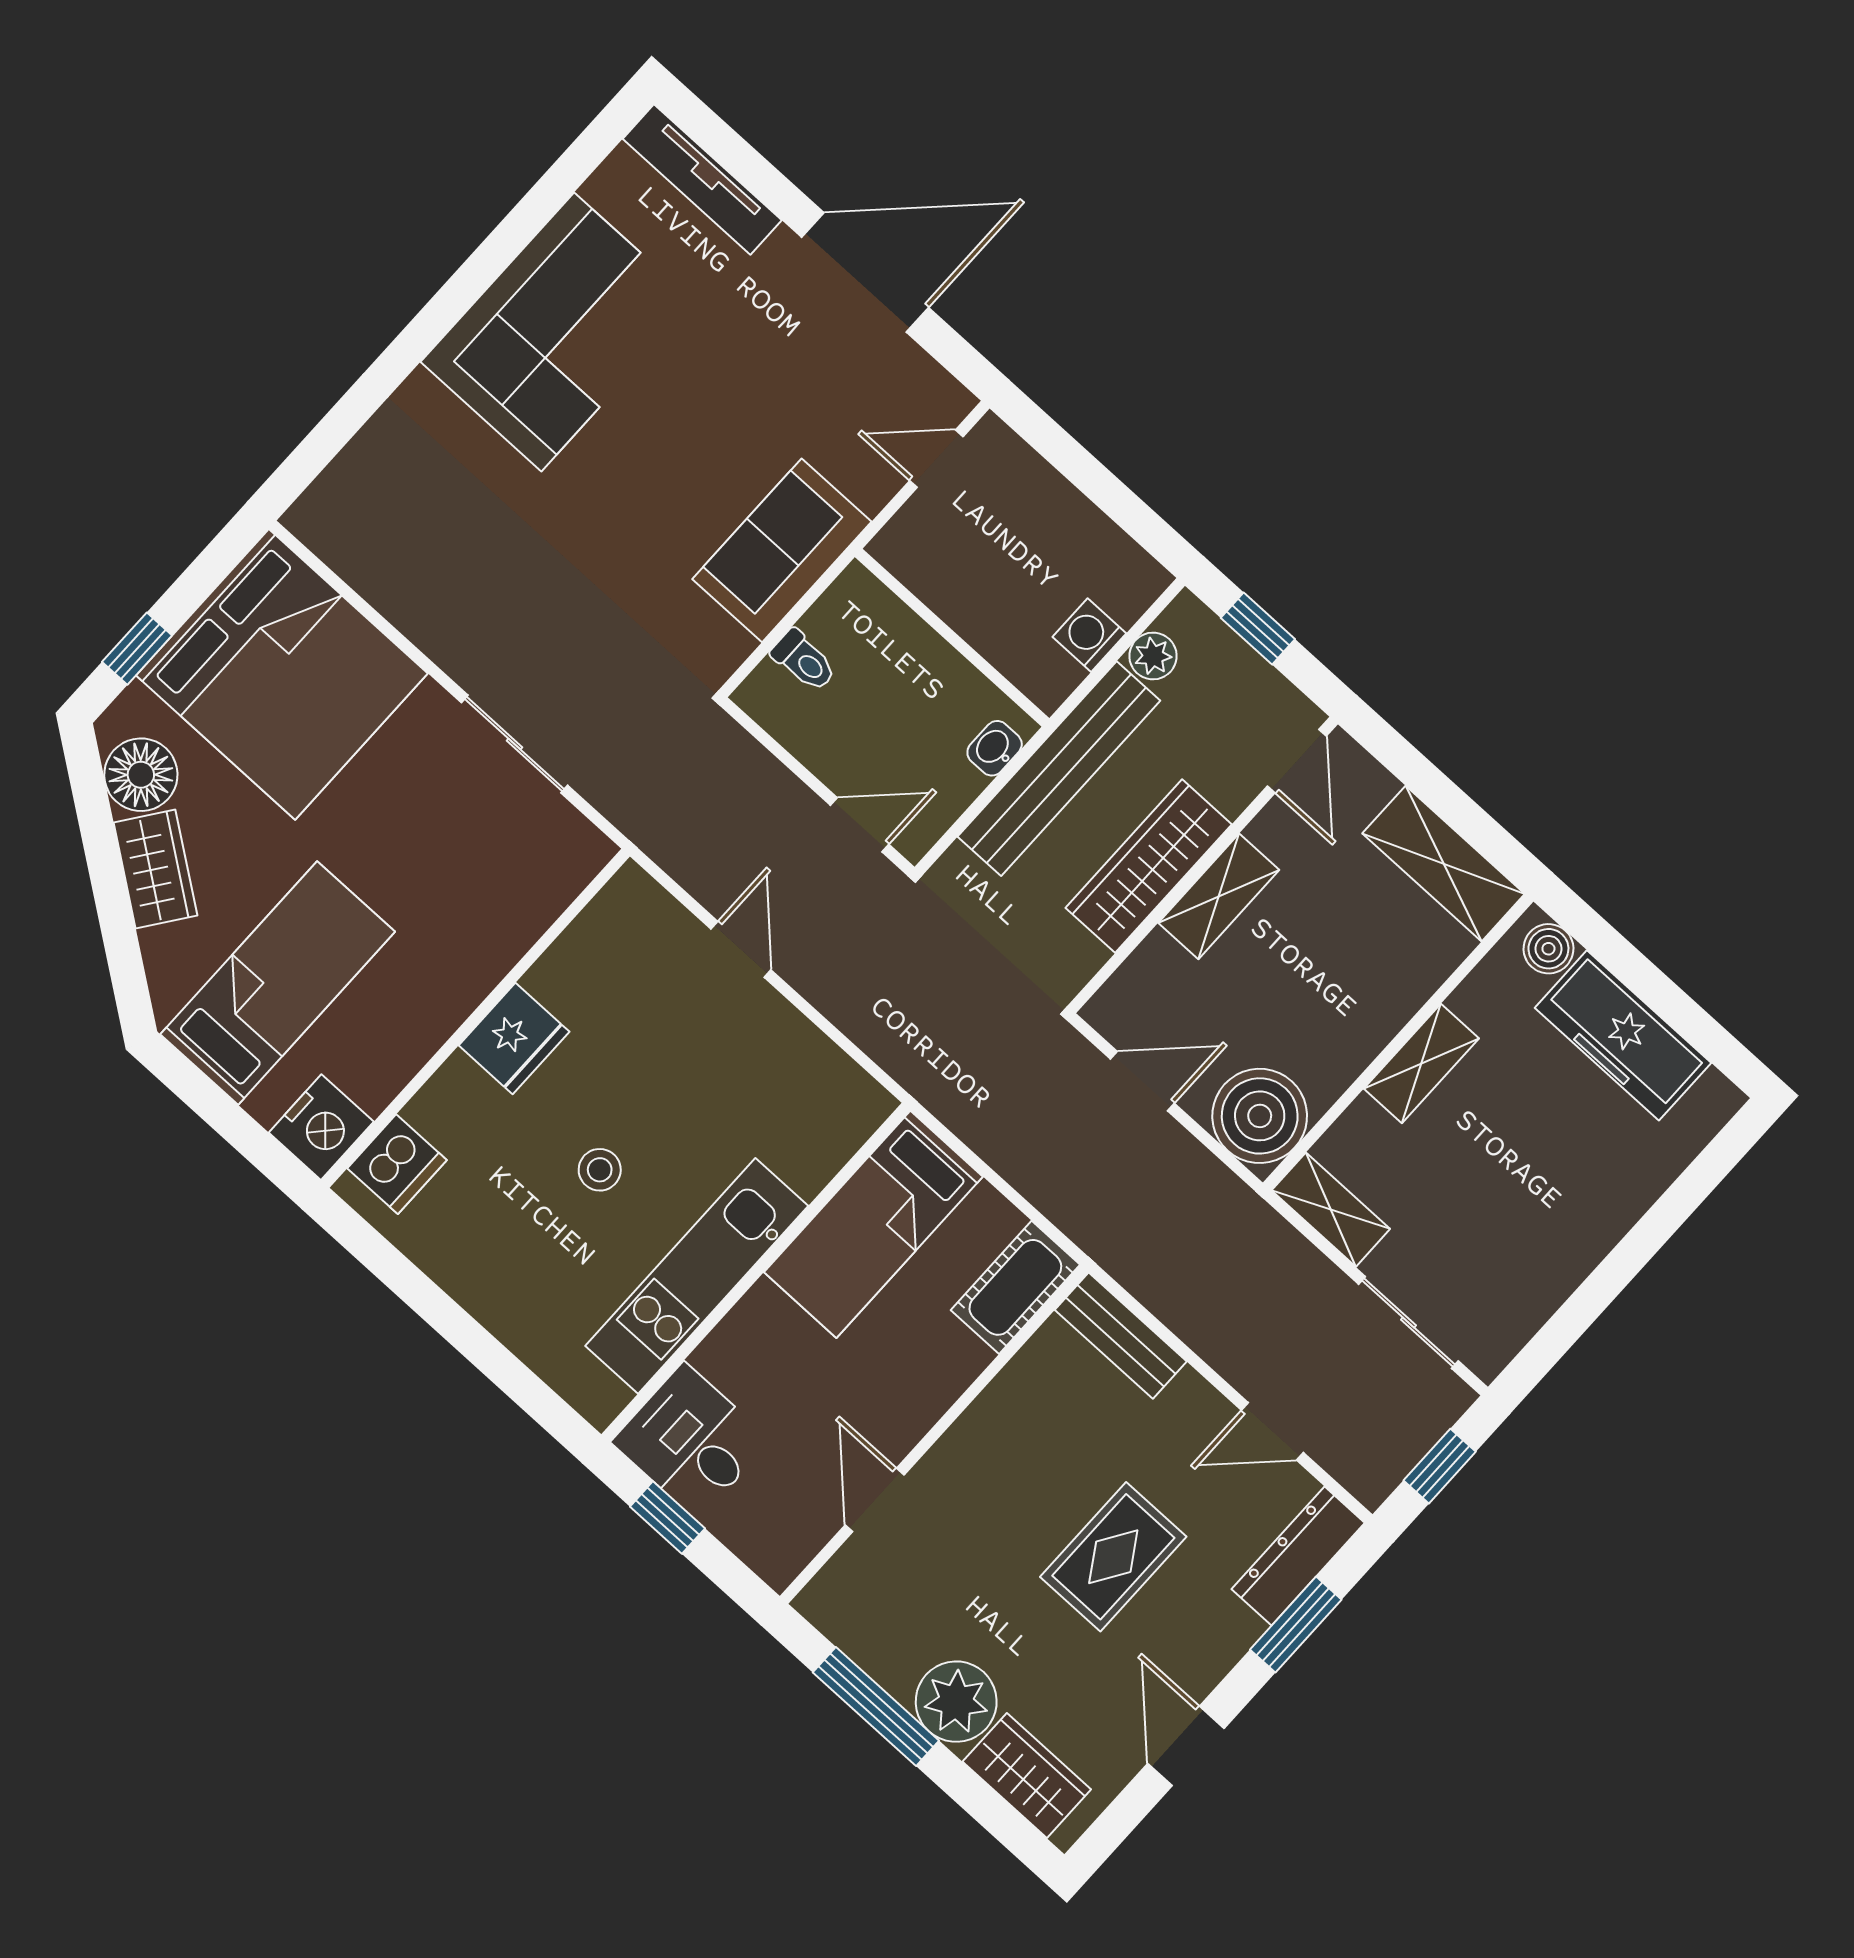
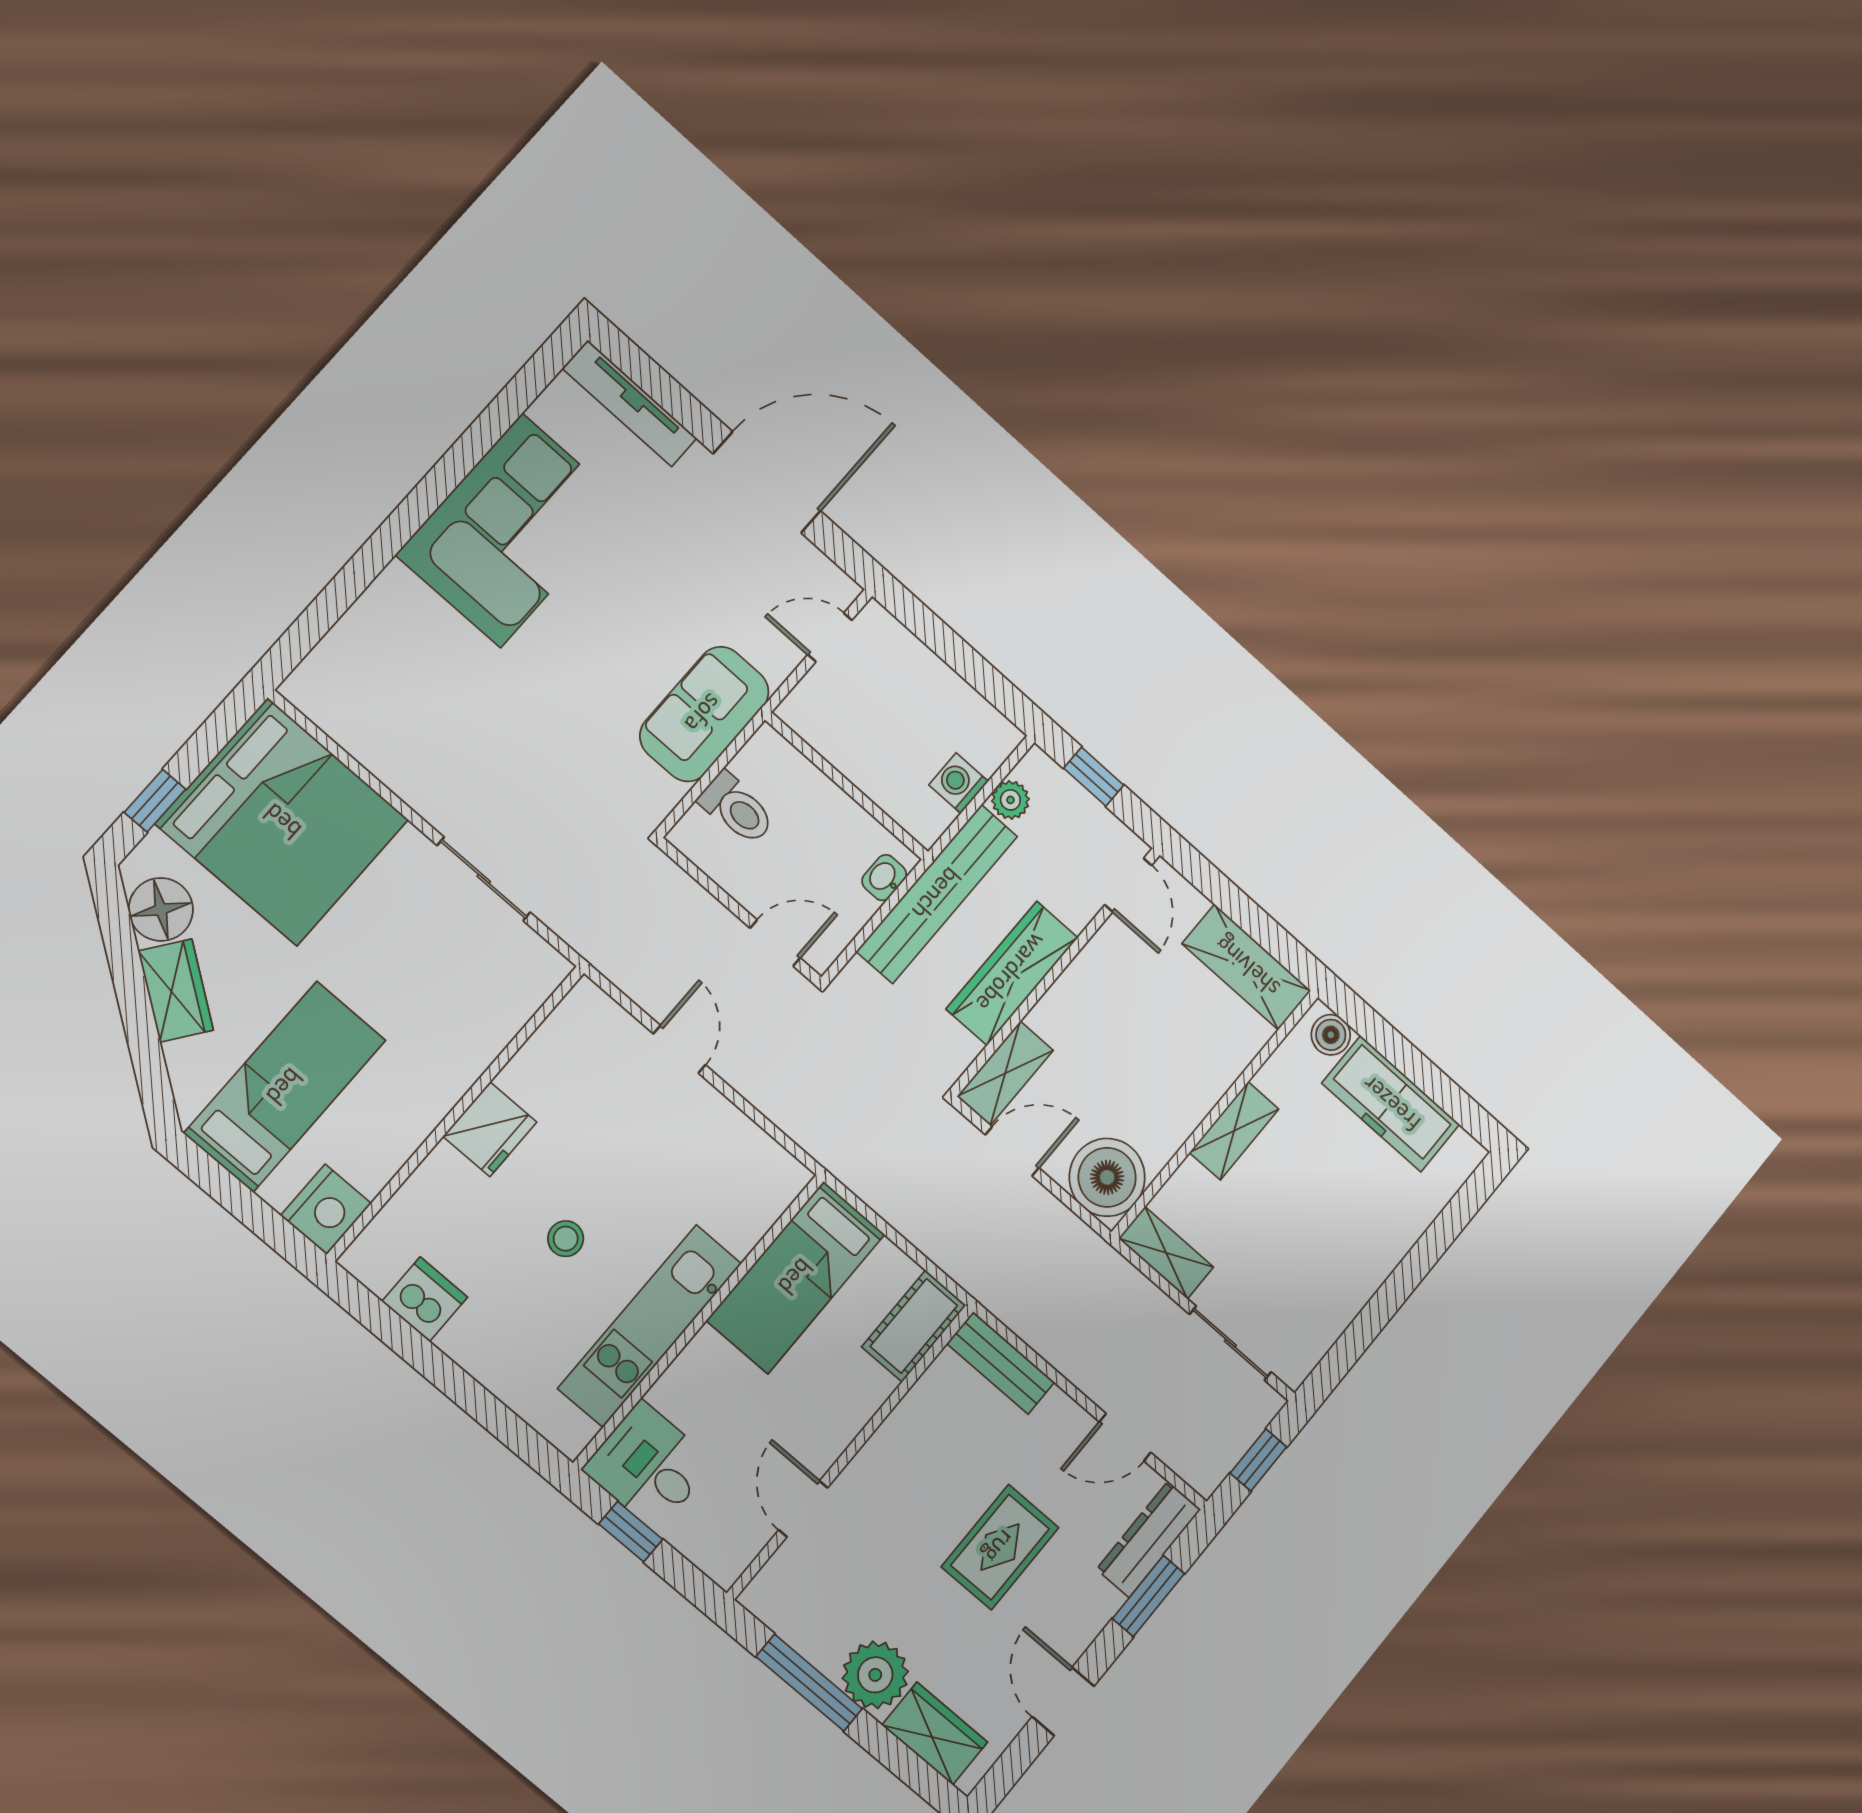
toilet: (804, 661) -> (737, 808), width x1.37, depth x1.39
shelving: (1219, 896) -> (1005, 1073), moved
dishwasher: (397, 1164) -> (425, 1299), moved, turned -90

